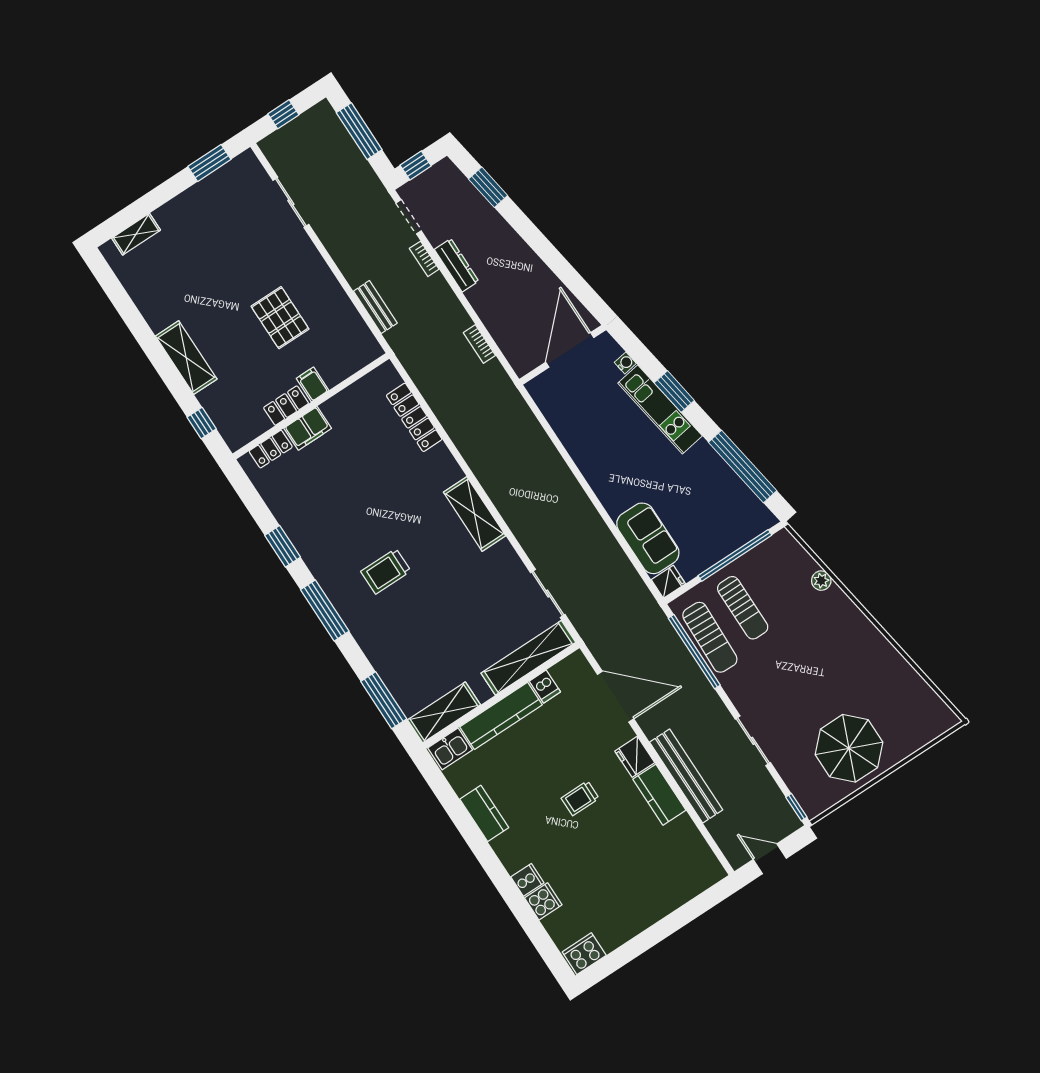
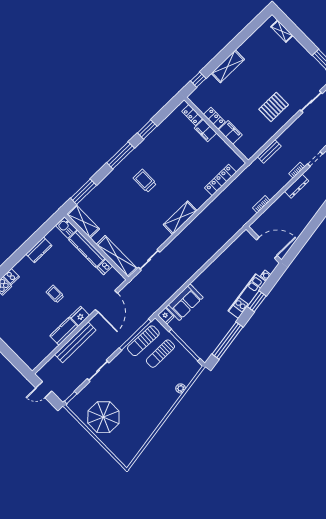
pallet: (280, 318) -> (274, 107), moved
filing cabinet: (313, 384) -> (230, 132), width x2.00
door: (770, 859) -> (44, 390), swing flipped

